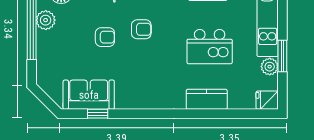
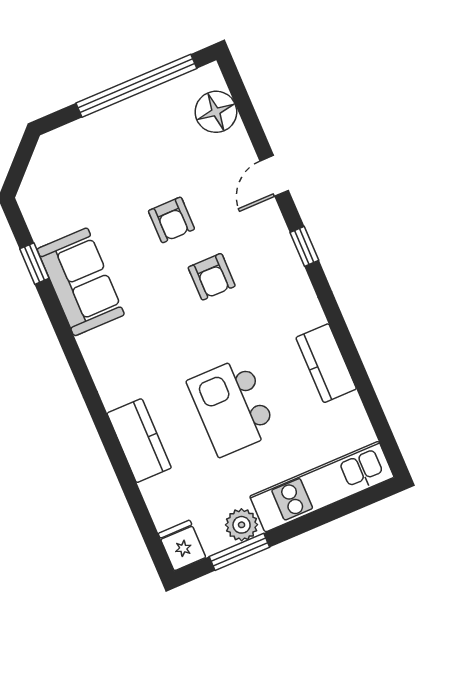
plant: (46, 20) -> (157, 105), removed
window: (282, 56) -> (239, 552), moved
sofa: (89, 95) -> (81, 282), moved

